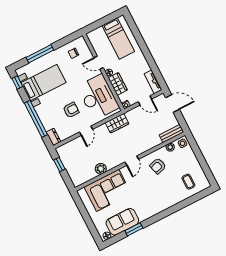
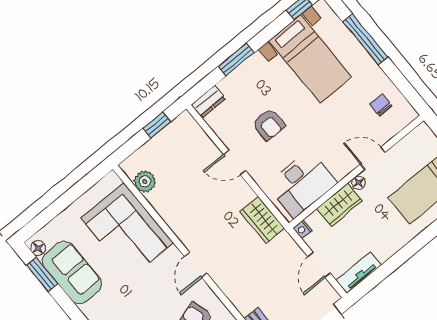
door: (99, 63) -> (373, 158), hinge flipped
desk: (98, 97) -> (302, 184), width x0.73, depth x0.77
window: (36, 119) -> (236, 59), width x0.47
door: (132, 161) -> (196, 265), hinge flipped
plant: (101, 169) -> (145, 181), moved
window: (134, 229) -> (42, 274), moved

